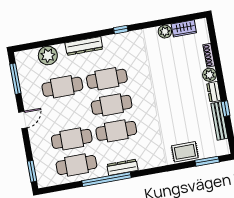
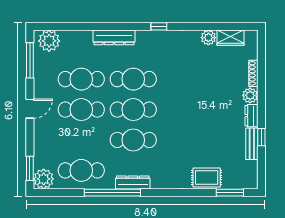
plant: (48, 55) -> (49, 41), moved
bench: (219, 121) -> (252, 144), width x0.73
cafe table: (72, 139) -> (81, 110), moved
plant: (45, 178) -> (44, 179), added

